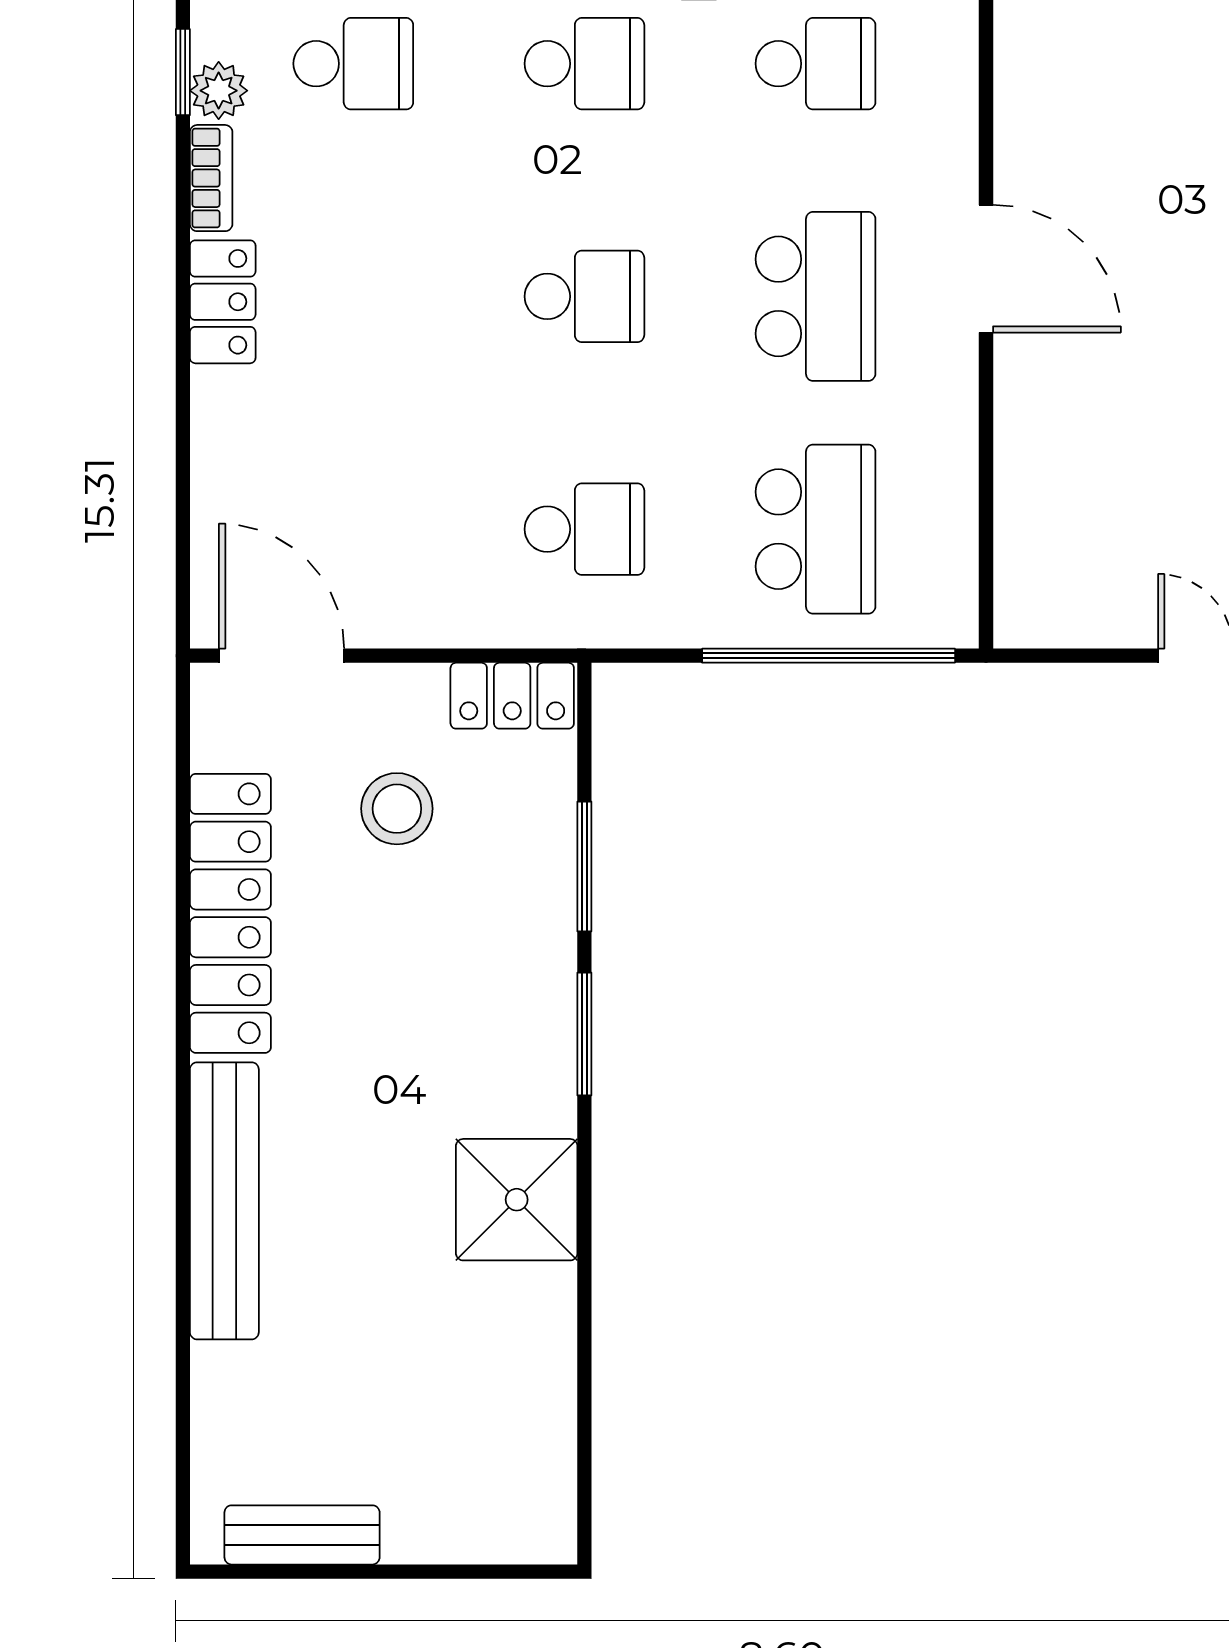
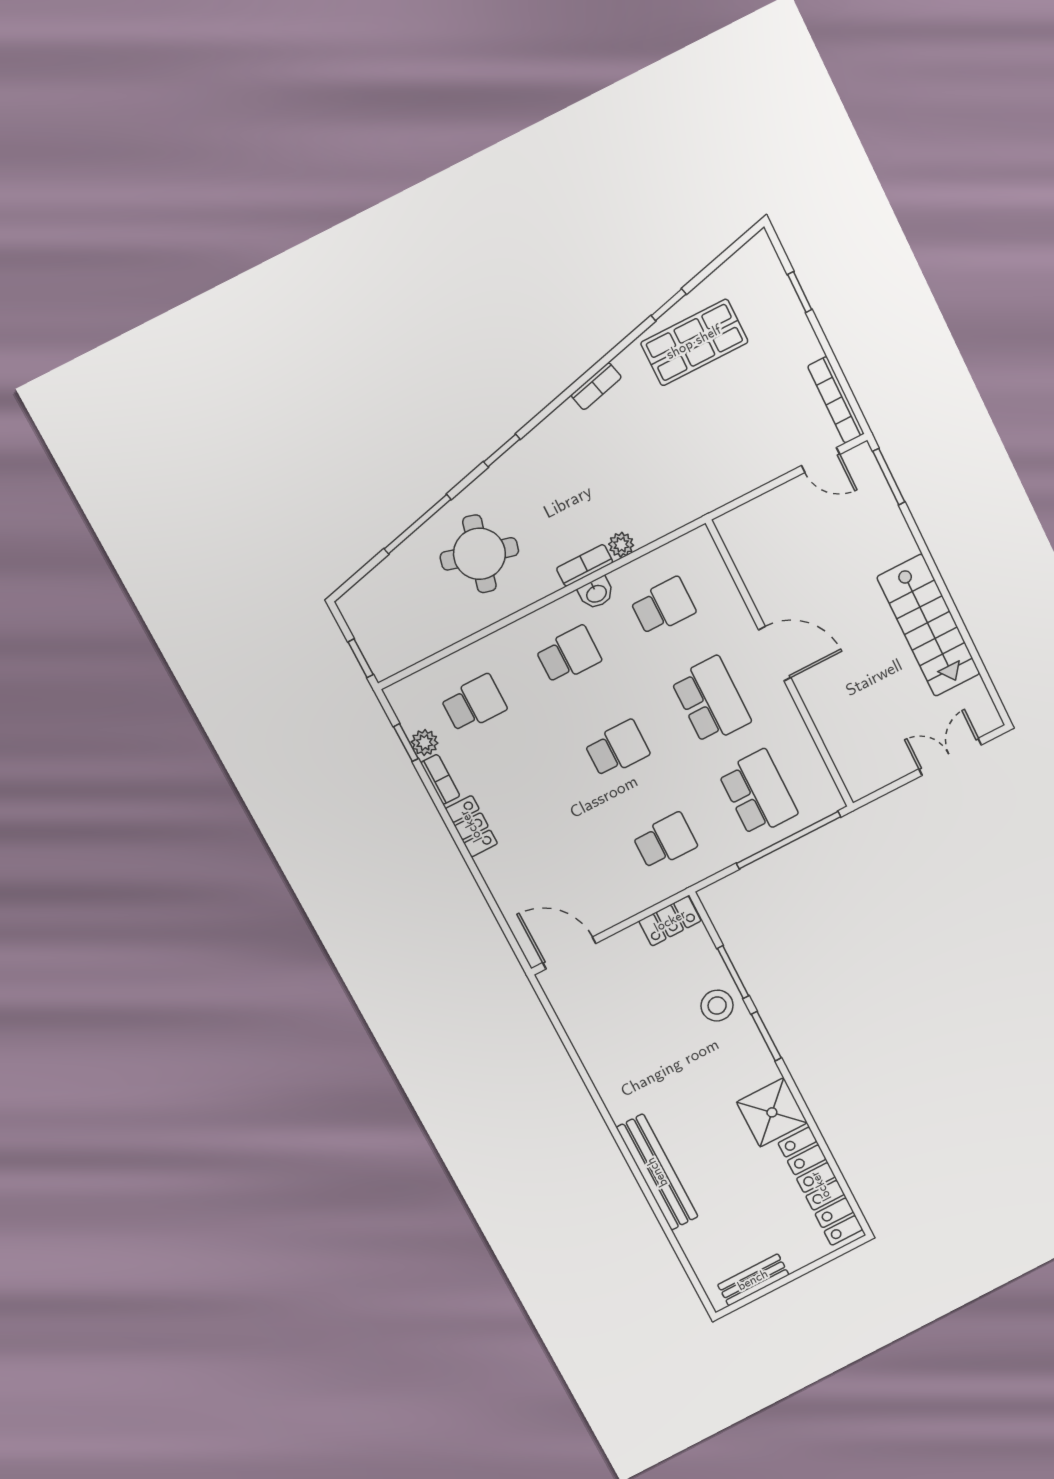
stool: (397, 809) -> (717, 1006), moved
locker: (230, 913) -> (821, 1186), moved, turned 180

